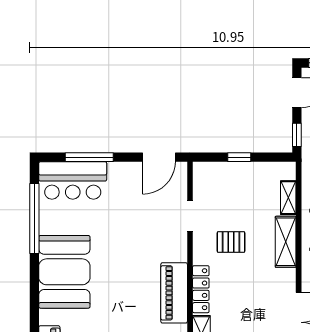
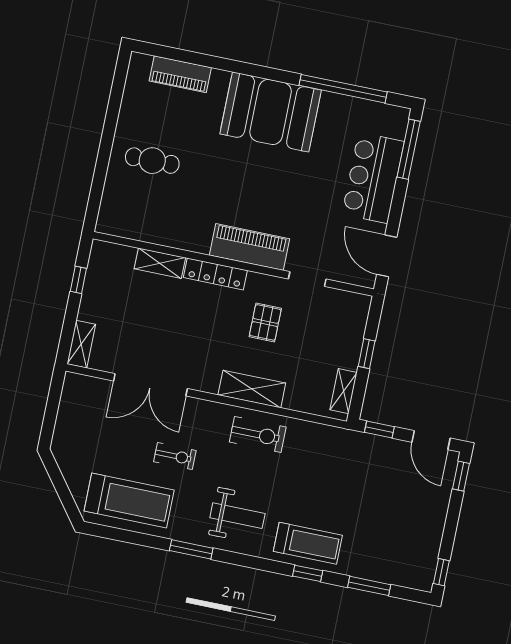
window: (89, 157) -> (409, 149), moved
bar counter: (73, 180) -> (373, 178), moved
shelving: (288, 198) -> (343, 391), moved, turned 90
piano: (174, 293) -> (249, 247), moved

